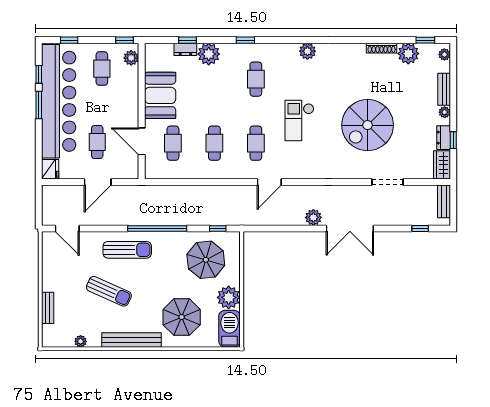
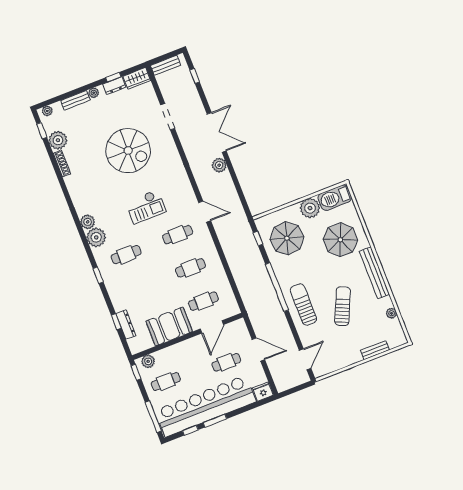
window: (69, 40) -> (153, 417), width x2.17
dresser: (185, 49) -> (126, 325), width x1.44
plant: (209, 54) -> (96, 237), moved

